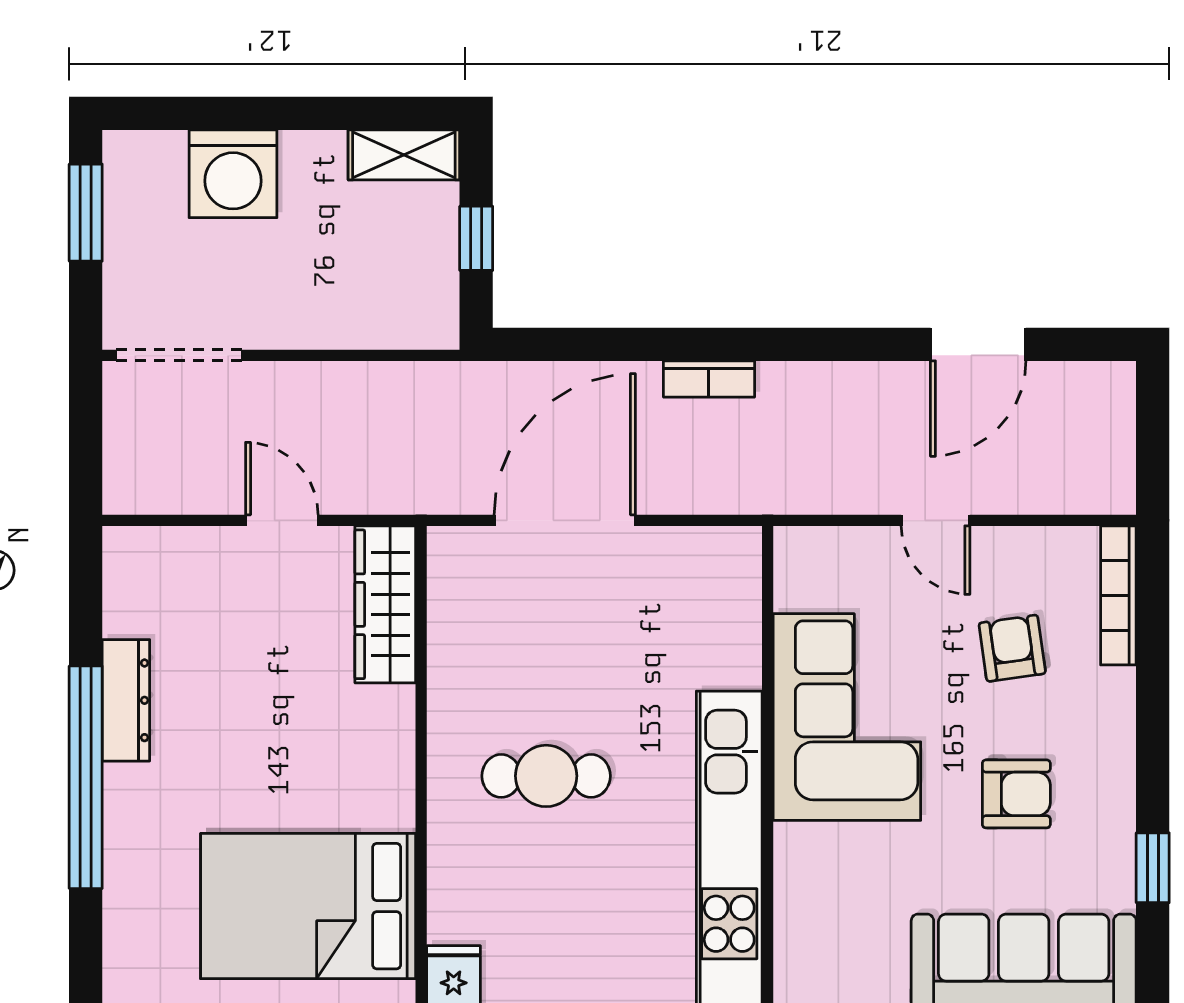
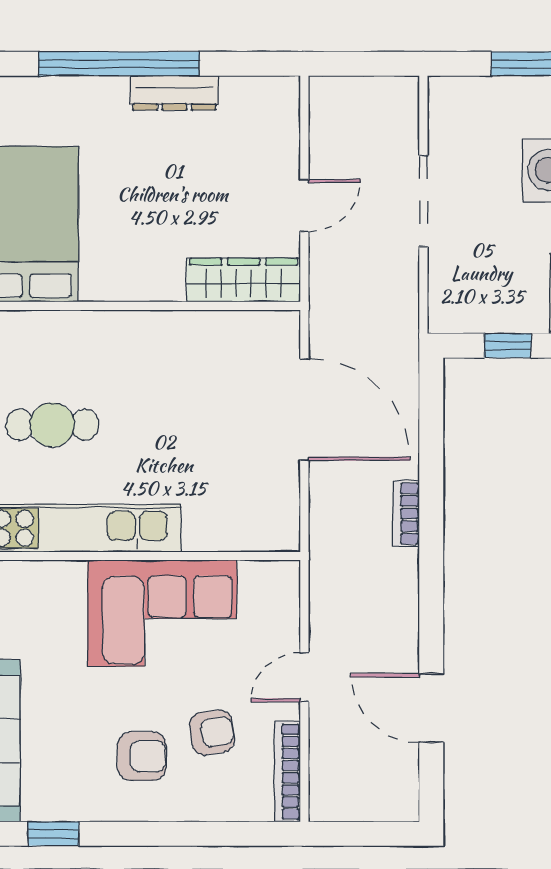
doorway: (179, 355) -> (423, 201), moved
bookcase: (1118, 595) -> (287, 772), moved, turned -90
cafe table: (546, 776) -> (52, 425), moved, turned 90
armchair: (1016, 794) -> (142, 756), moved, turned -90

